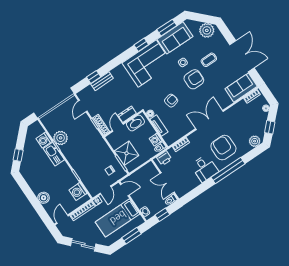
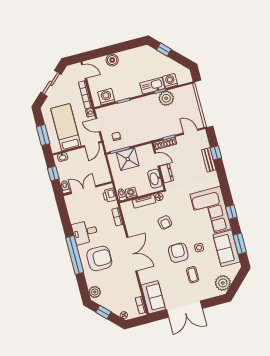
armchair: (194, 79) -> (178, 253), turned 180

